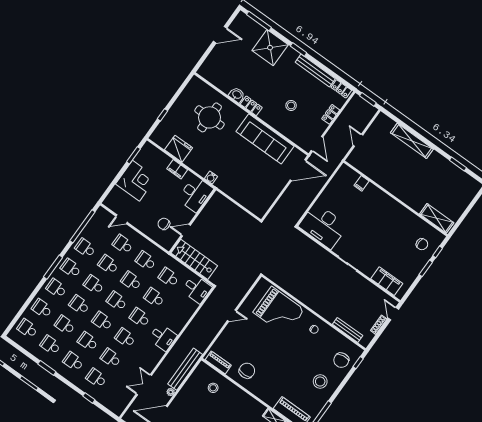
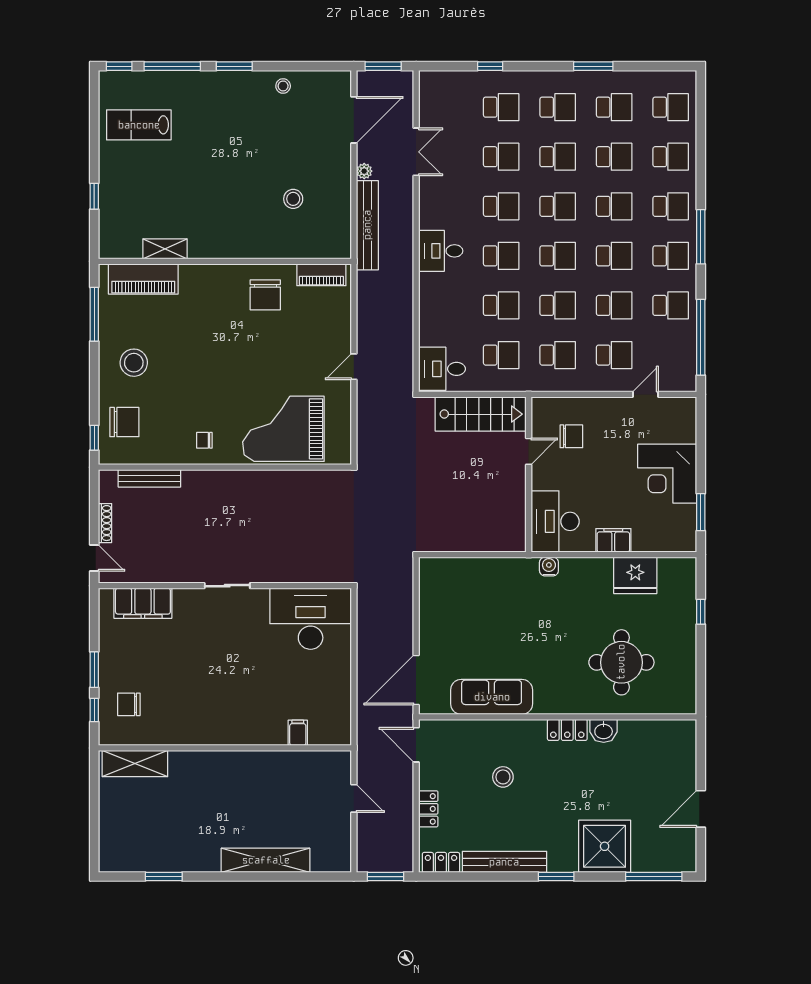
sofa: (265, 139) -> (492, 697), width x0.74, depth x0.79
chair: (341, 360) -> (124, 422), turned 98
stool: (213, 388) -> (293, 199), moved

